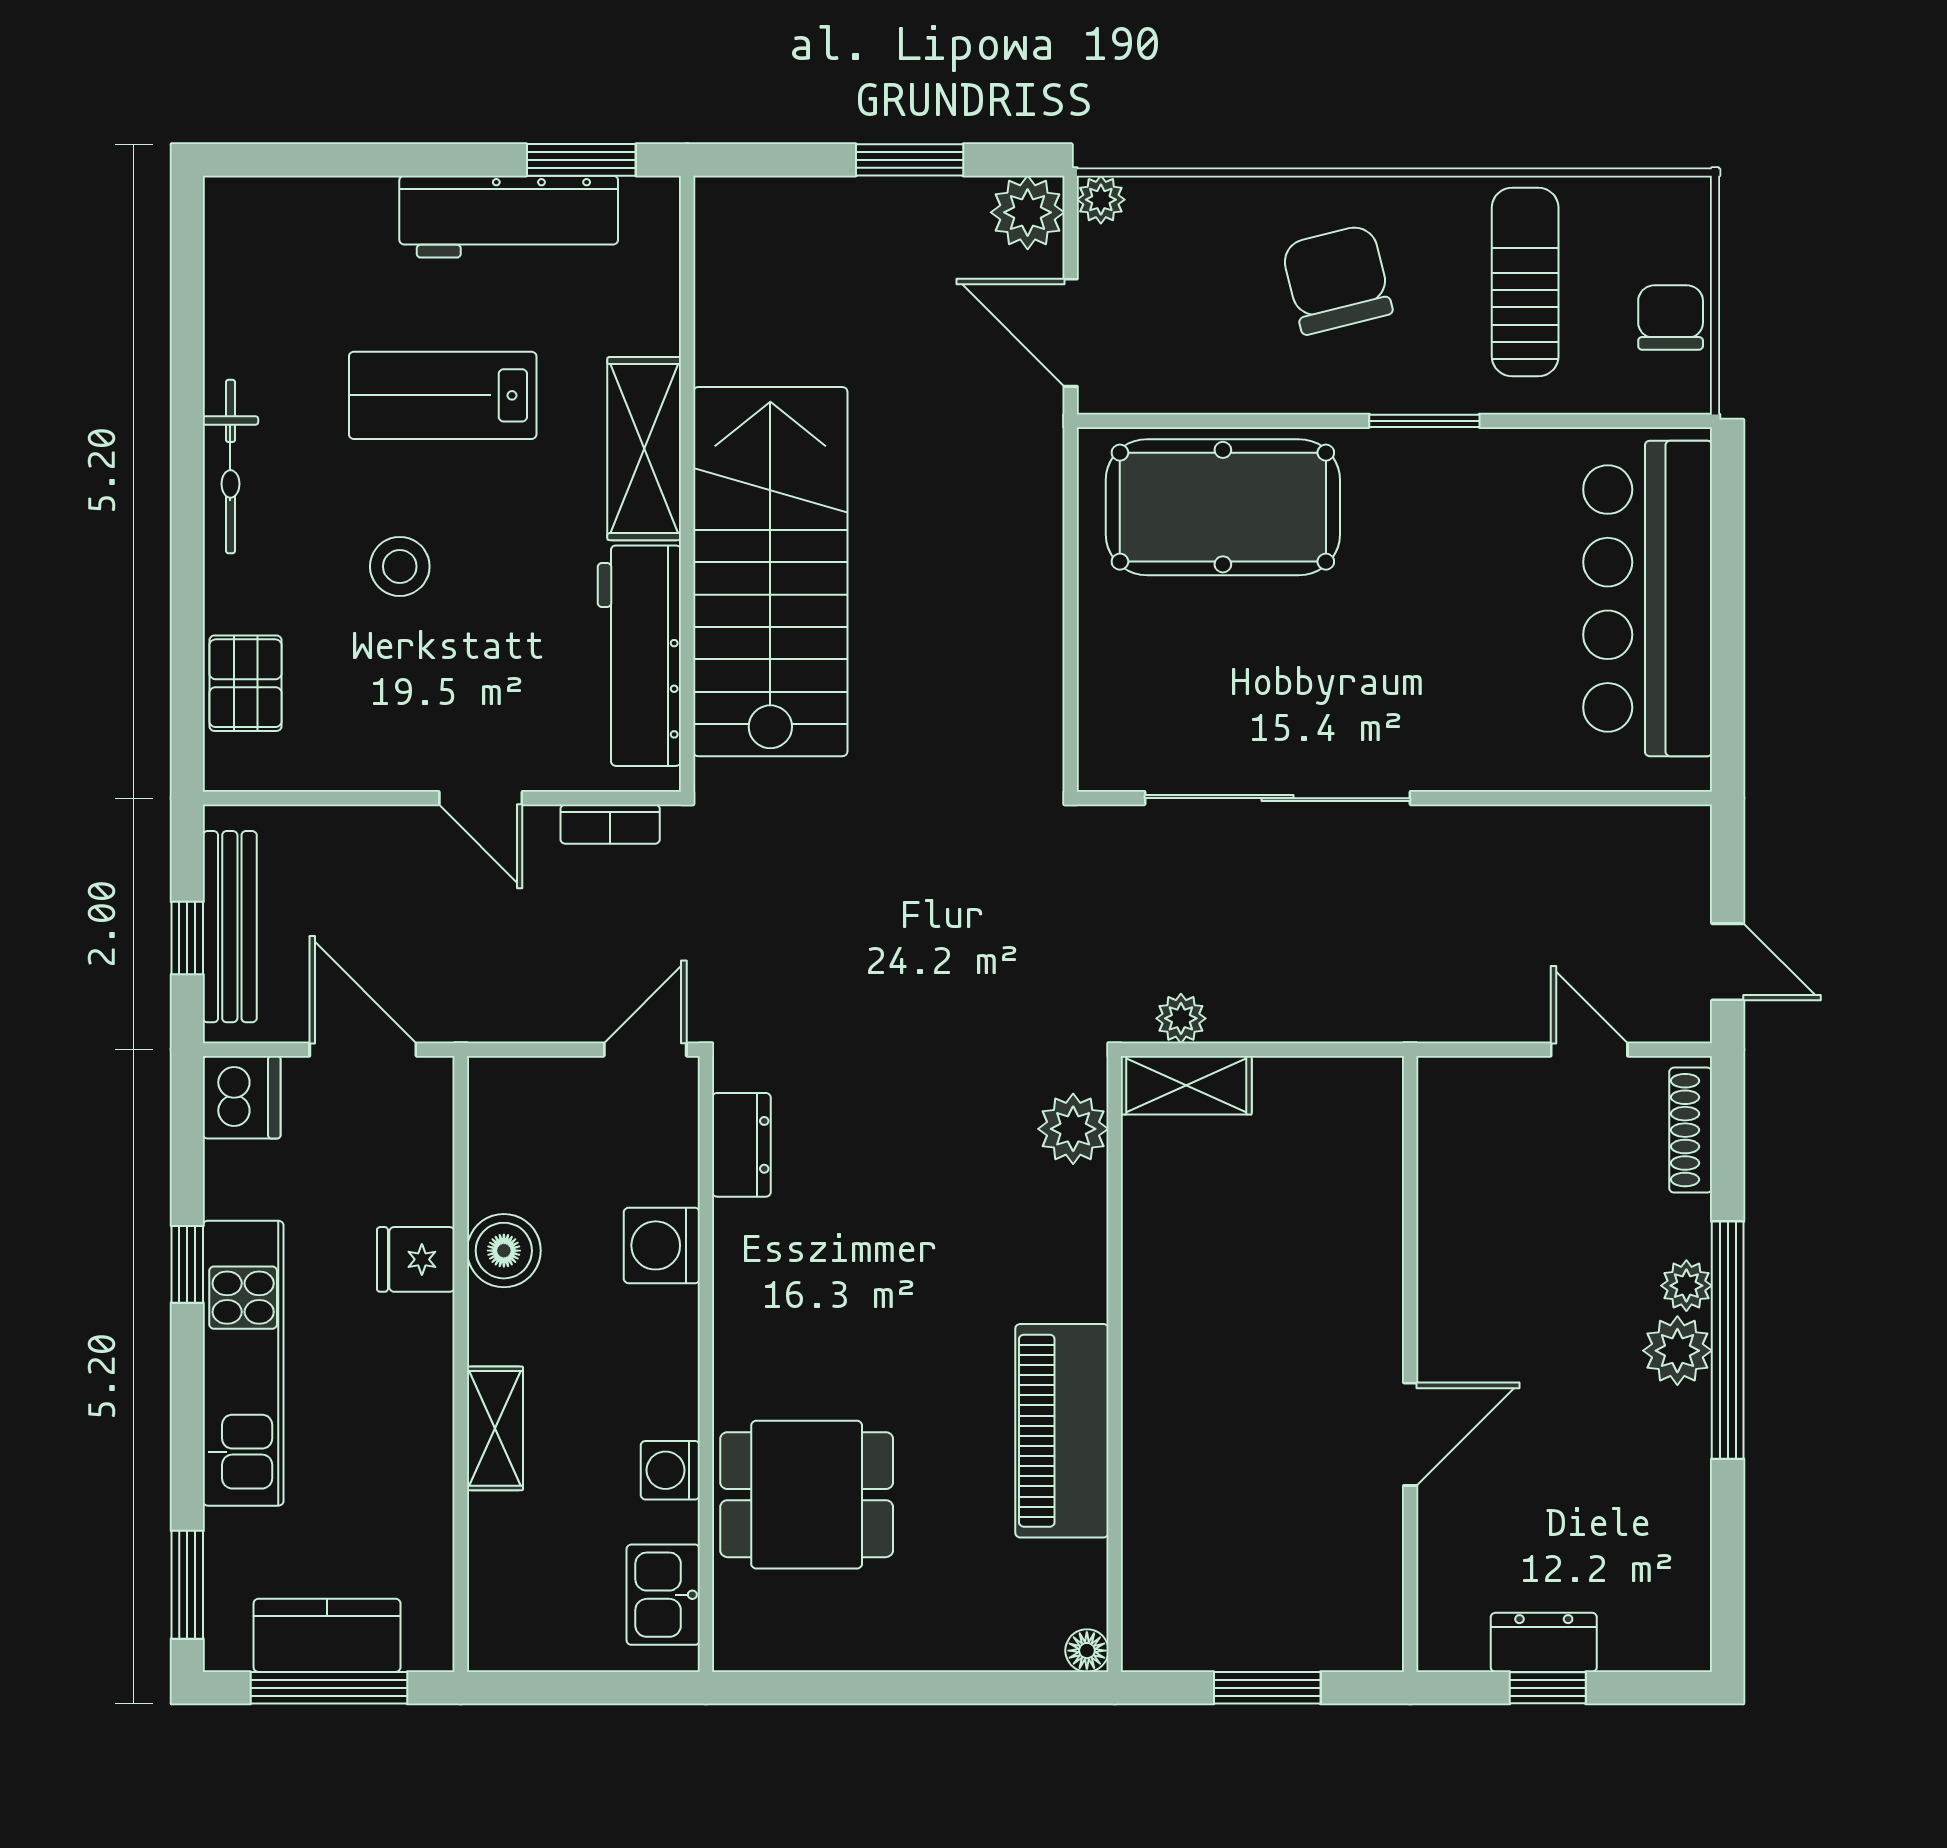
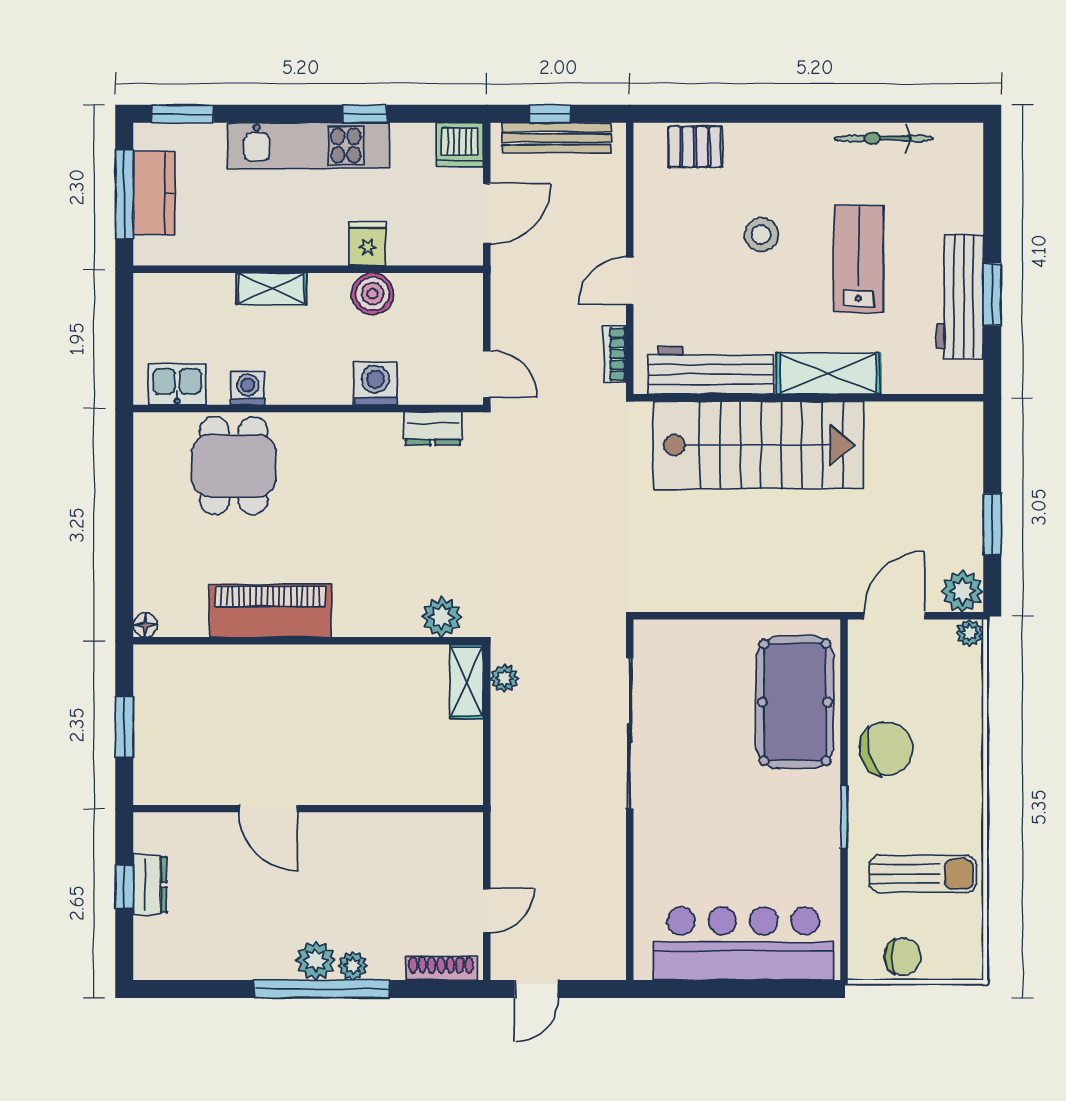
window: (581, 160) -> (992, 294), moved
chair: (1337, 279) -> (886, 749), moved
bicycle: (230, 467) -> (884, 138), moved

